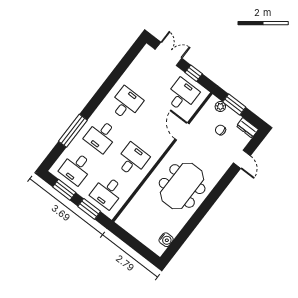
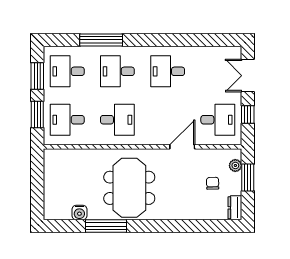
double door: (169, 54) -> (248, 76), swing flipped
desk: (126, 103) -> (168, 71), turned 180
door: (242, 159) -> (200, 226), removed
meeting table: (182, 186) -> (129, 188), turned 90
window: (195, 220) -> (106, 226), added
water cooler: (166, 240) -> (79, 213), moved

